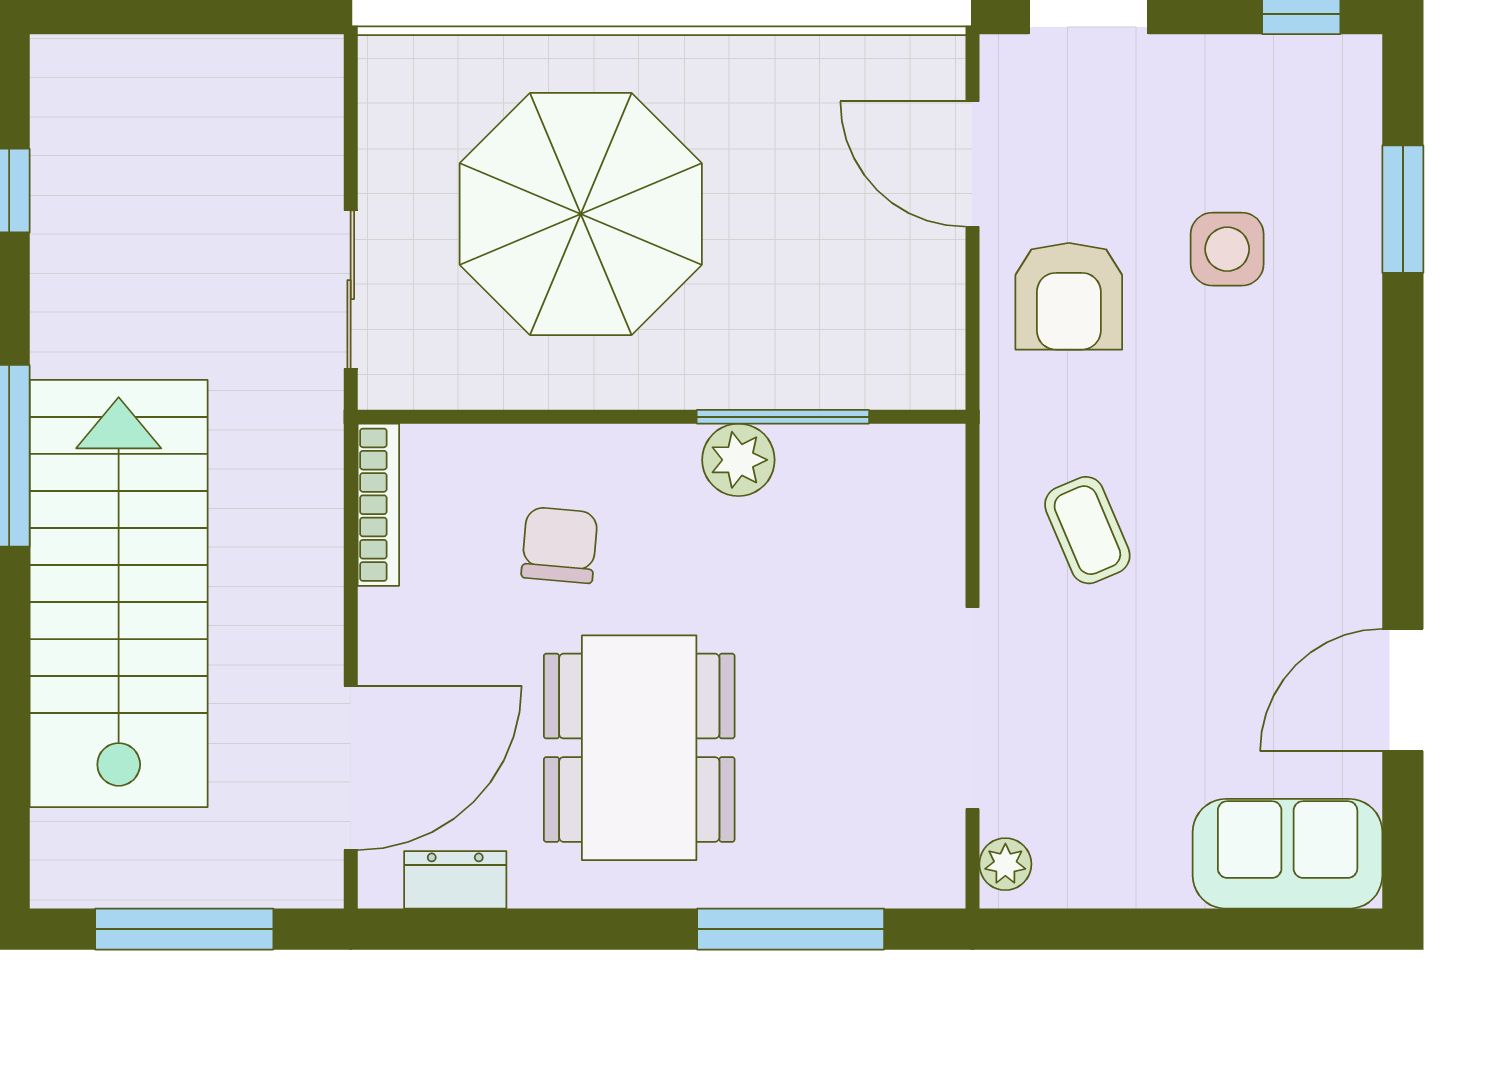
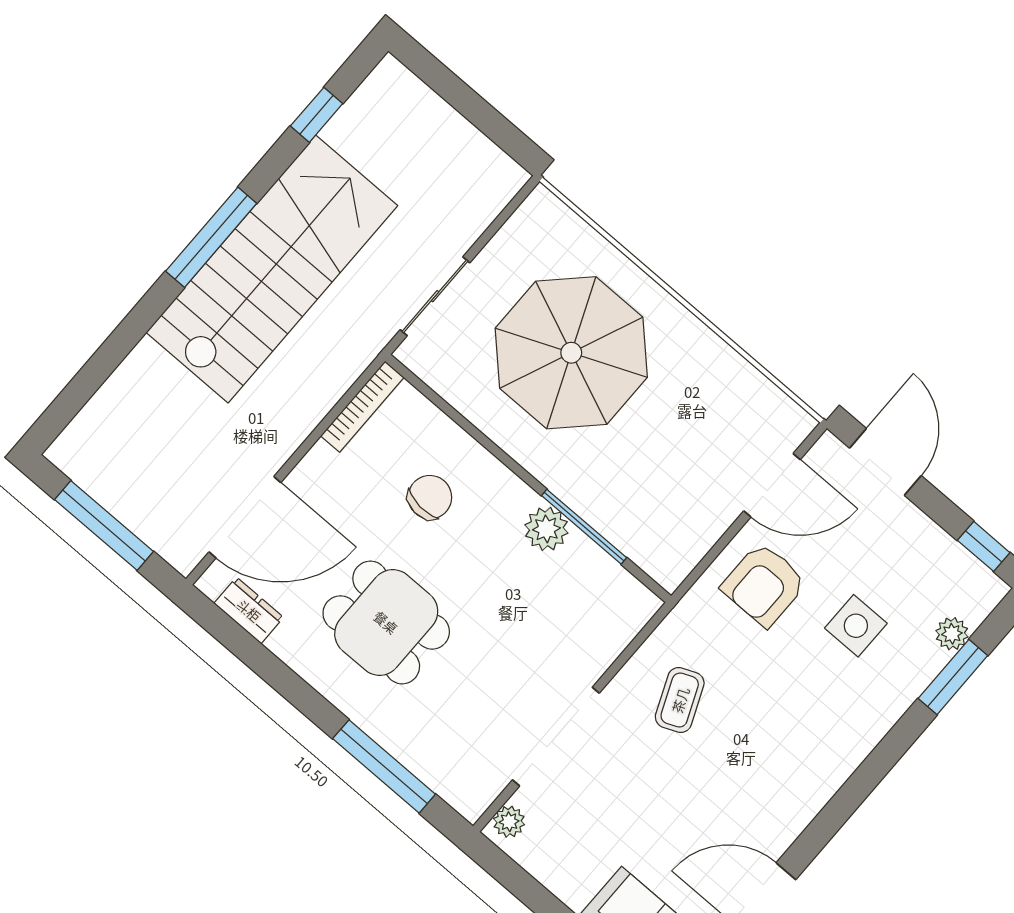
plant: (1355, 156) -> (952, 634), added
door: (972, 164) -> (772, 485), swing flipped
stairs: (119, 594) -> (272, 269), moved
dining table: (639, 748) -> (386, 622), width x0.73

